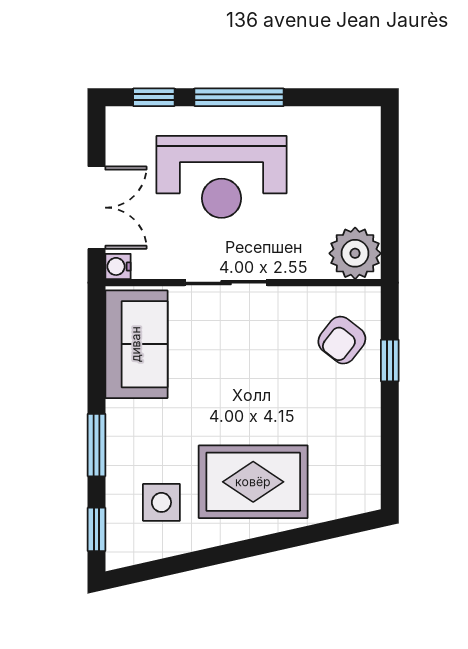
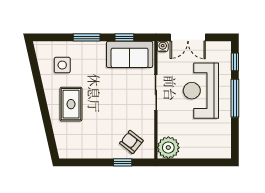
rug: (253, 482) -> (71, 104), width x0.73, depth x0.70
window: (97, 529) -> (124, 37), moved

